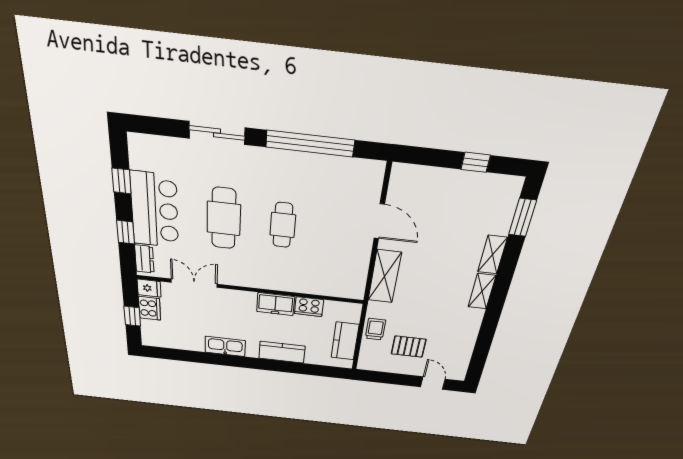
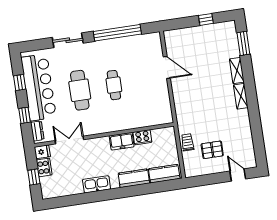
bar counter: (155, 210) -> (39, 87), width x1.36
shelving: (385, 277) -> (181, 103), removed
kitchen counter: (345, 341) -> (164, 174), moved, turned 90

